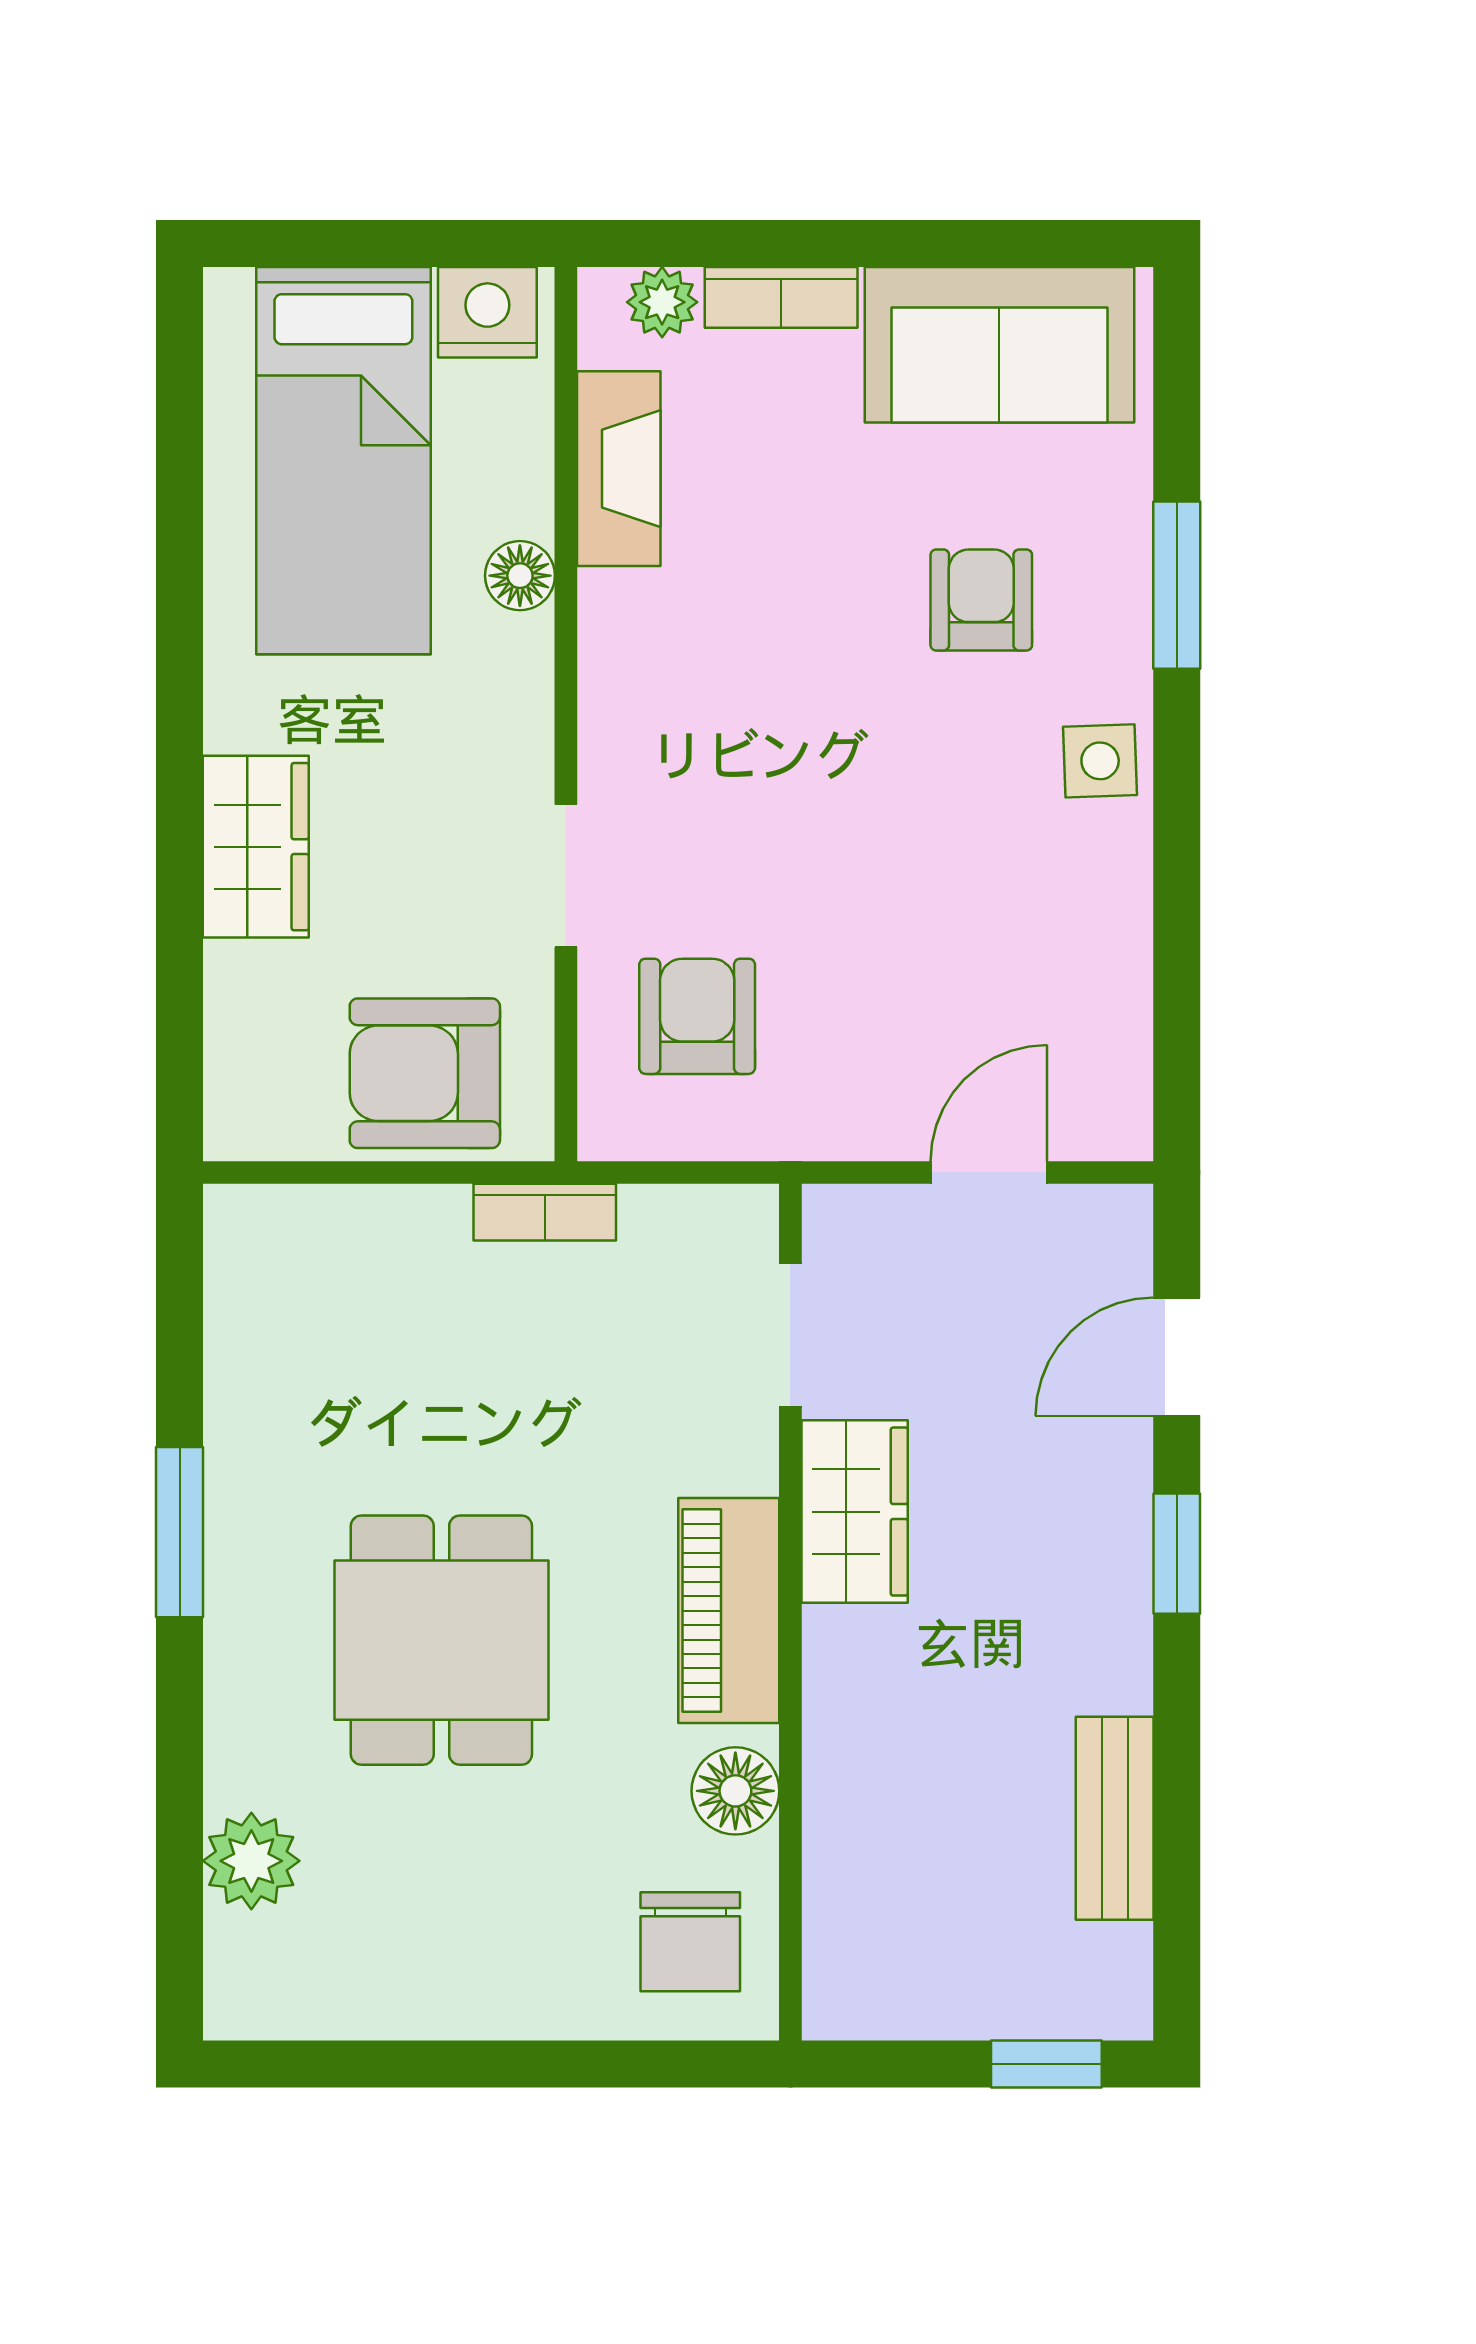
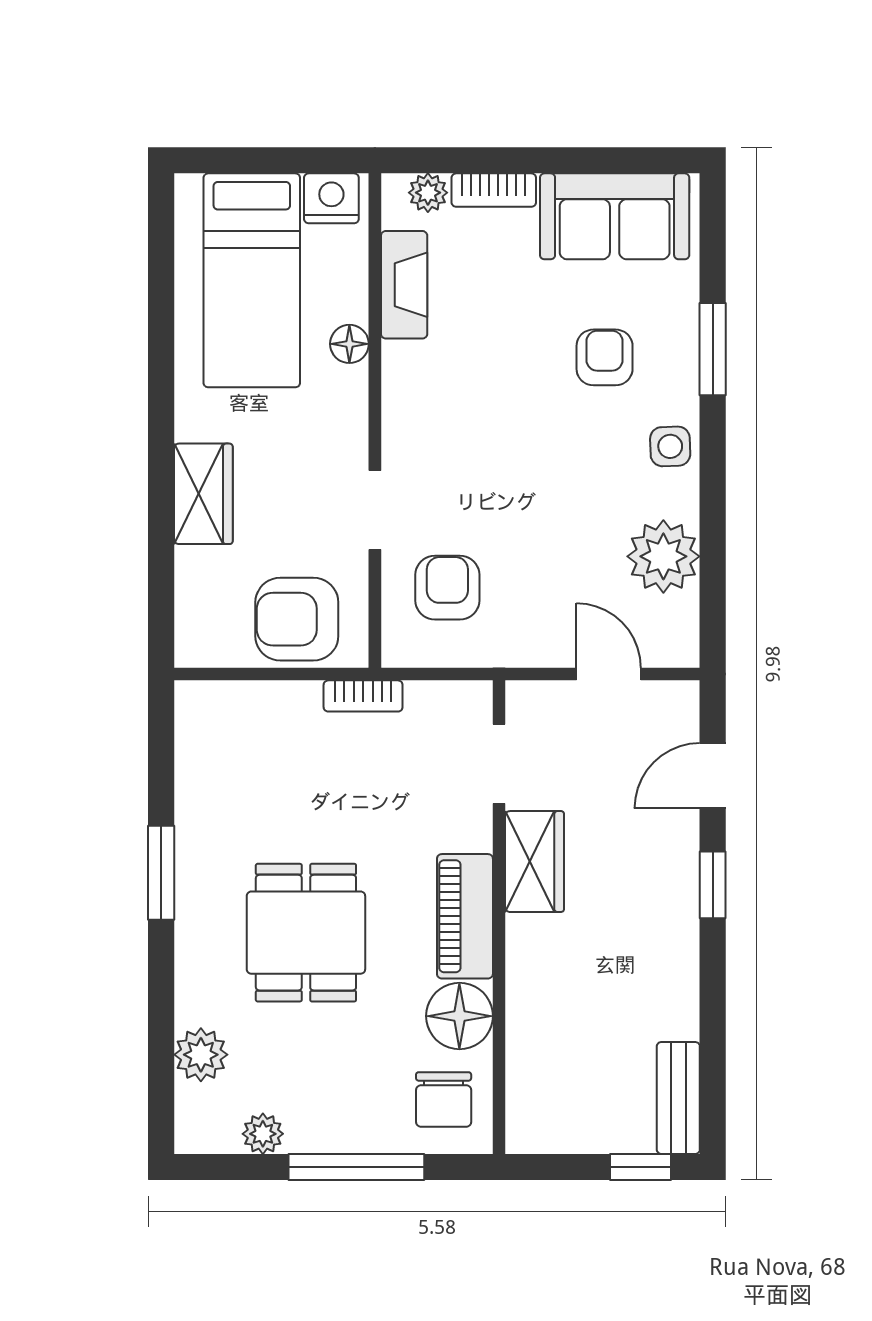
plant: (1088, 960) -> (663, 556), added
door: (989, 1172) -> (609, 674), hinge flipped
floor lamp: (735, 1791) -> (459, 1016), width x1.38, depth x1.38
bench: (1115, 1818) -> (678, 1098), moved
plant: (363, 2004) -> (263, 1134), added
window: (532, 2064) -> (356, 1167), added

